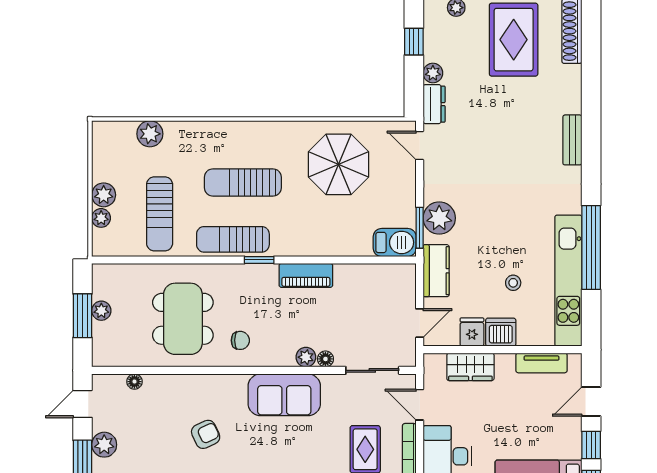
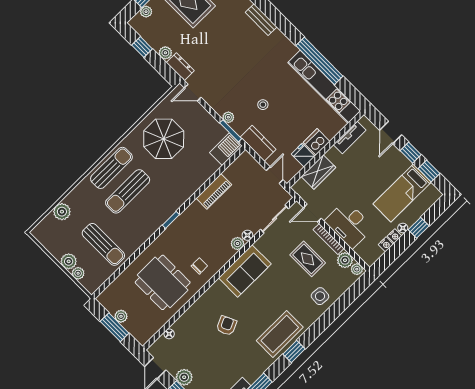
plant: (439, 218) -> (228, 117), width x0.53, depth x0.53
sun lounger: (233, 239) -> (111, 168), moved, turned 180
piano: (306, 275) -> (214, 191), moved
stool: (513, 283) -> (263, 105), moved

